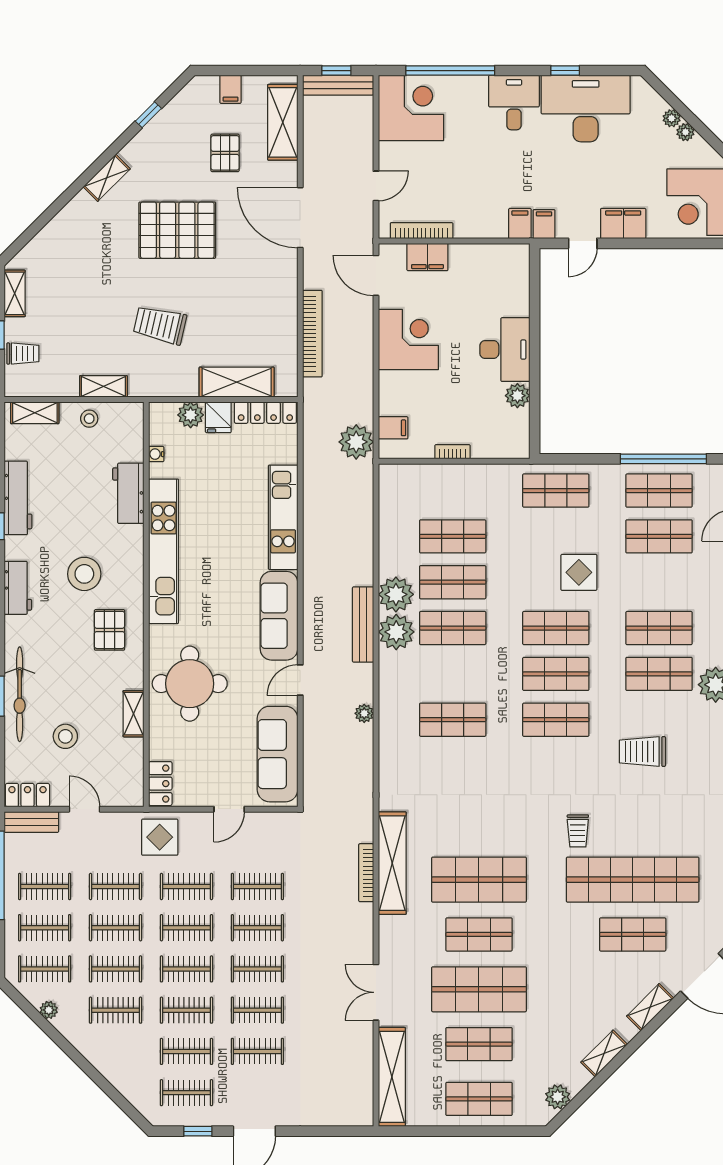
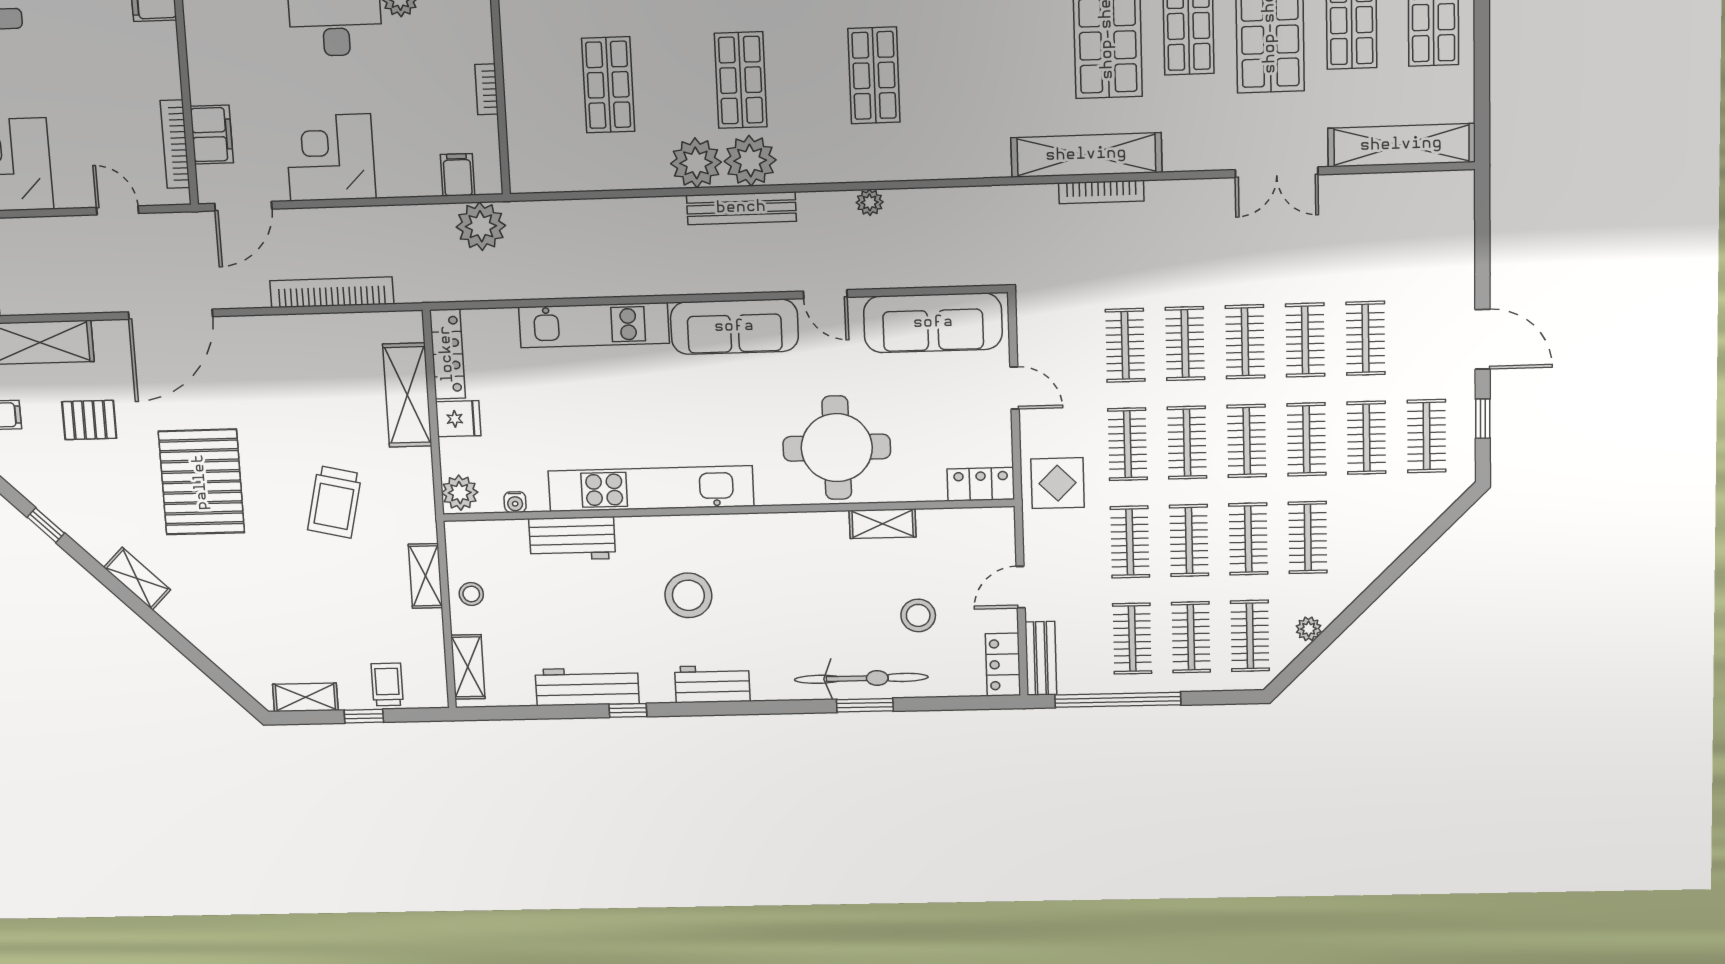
plant: (191, 415) -> (460, 493), moved
shop shelf: (453, 582) -> (674, 82), removed
pallet: (109, 630) -> (765, 559), removed

